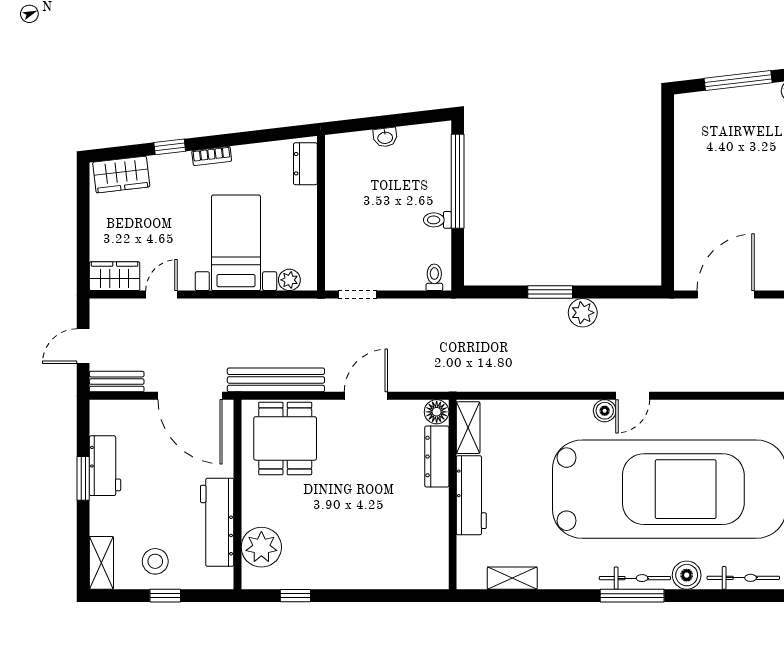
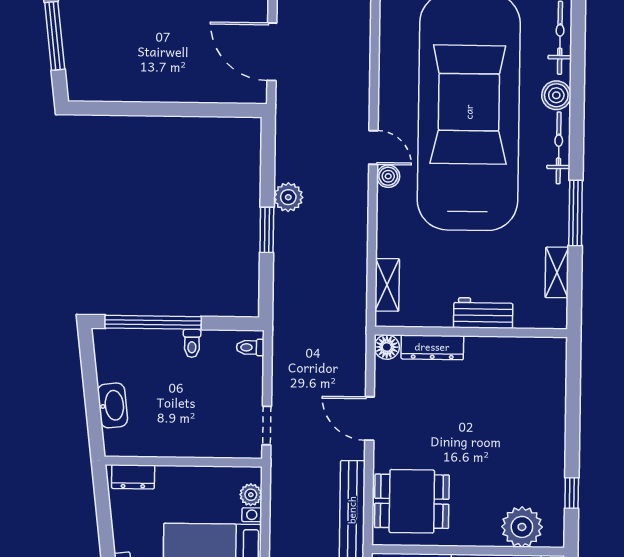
washbasin: (385, 137) -> (113, 405), width x1.91, depth x1.45
shelving: (468, 428) -> (387, 285), moved, turned 90
workbench: (471, 495) -> (483, 313), width x0.73
window: (632, 596) -> (576, 213), moved

